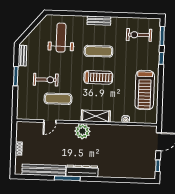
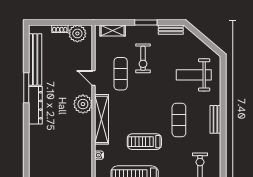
weight bench: (61, 38) -> (194, 75), turned 180
treadmill: (98, 77) -> (144, 142), moved, turned 90
shelving: (22, 104) -> (113, 30), added
shelving: (96, 116) -> (101, 119), width x1.47
door: (50, 121) -> (93, 78), moved
plant: (23, 134) -> (77, 33), added

